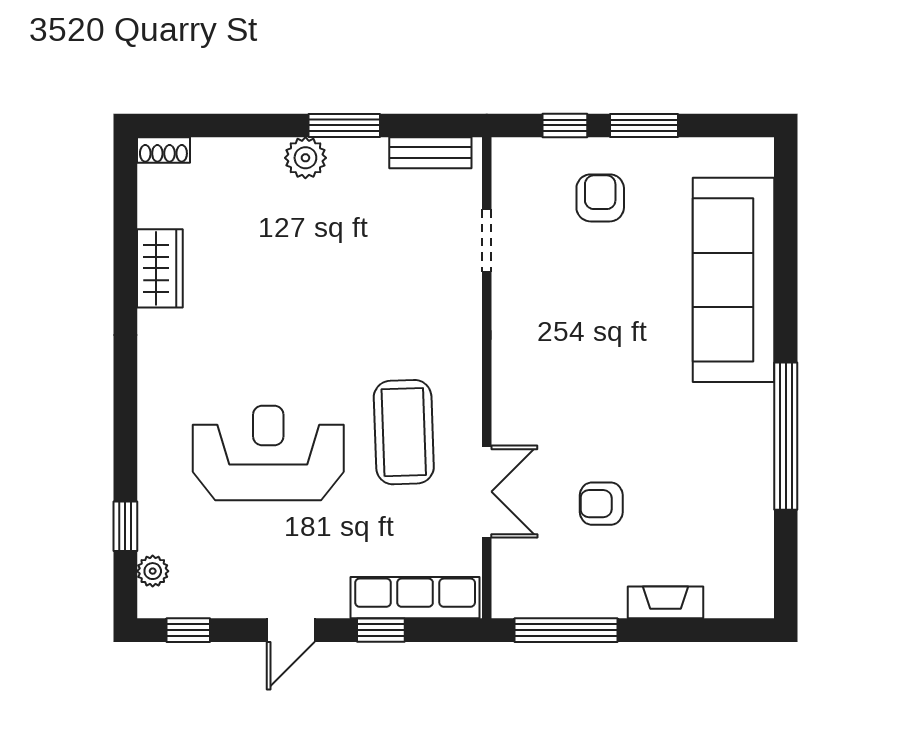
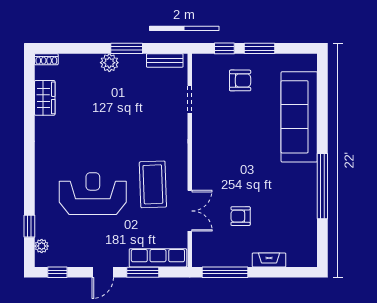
armchair: (600, 198) -> (240, 80), turned 90
wardrobe: (160, 268) -> (45, 98), moved
window: (381, 630) -> (143, 272), width x1.50

